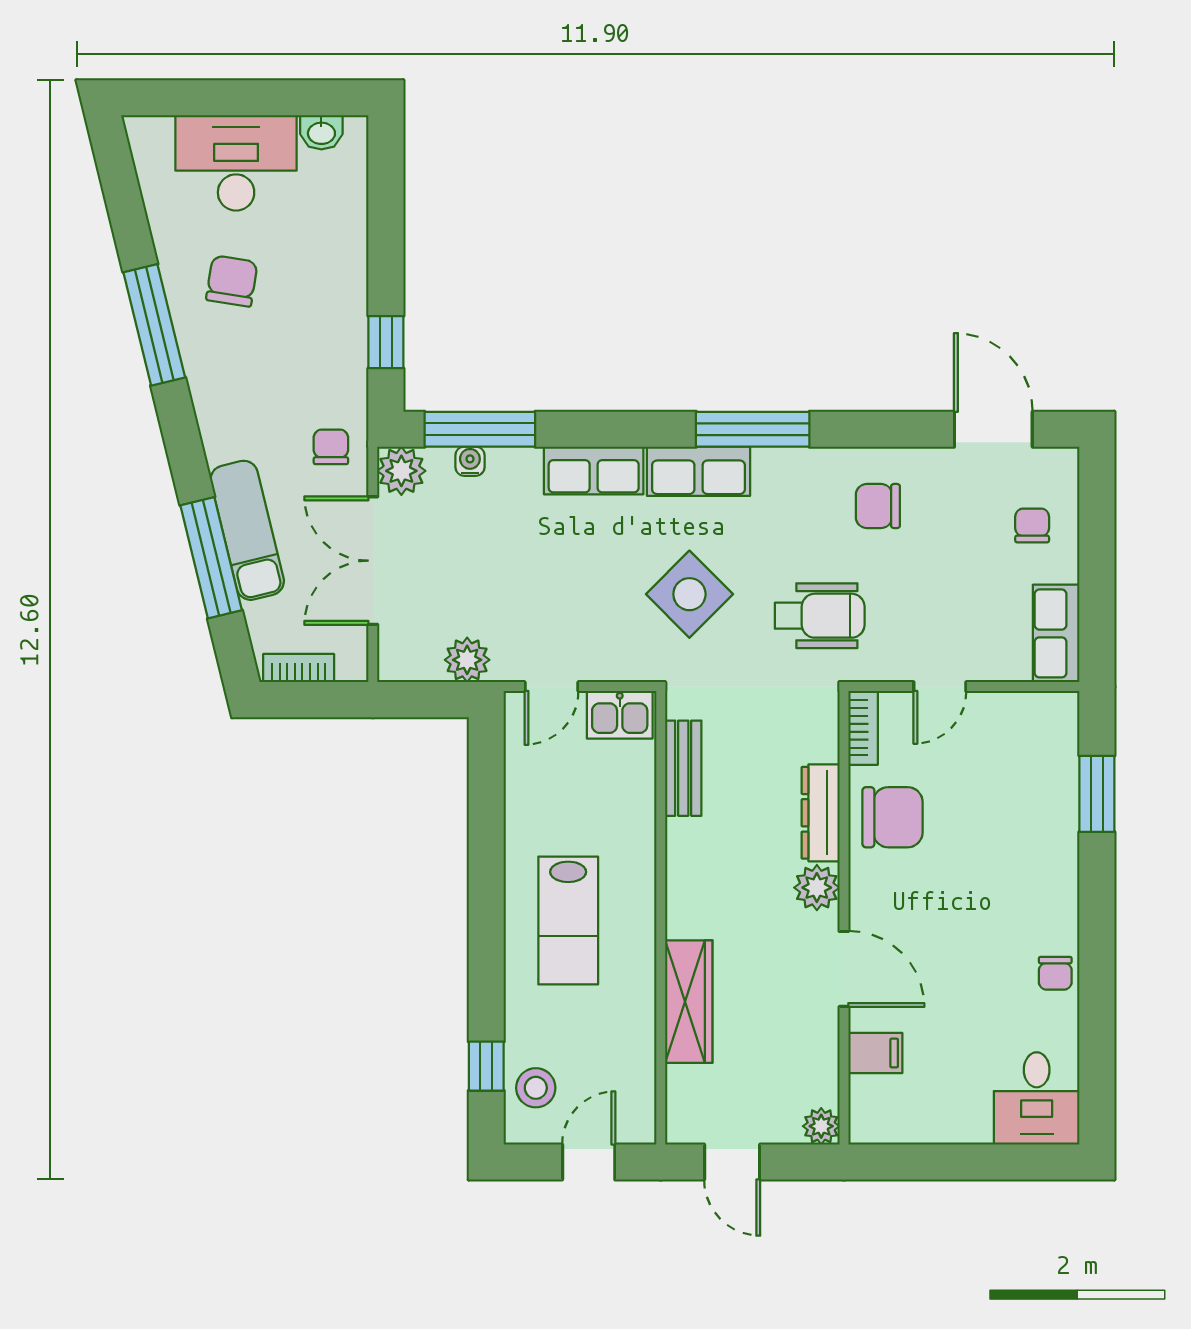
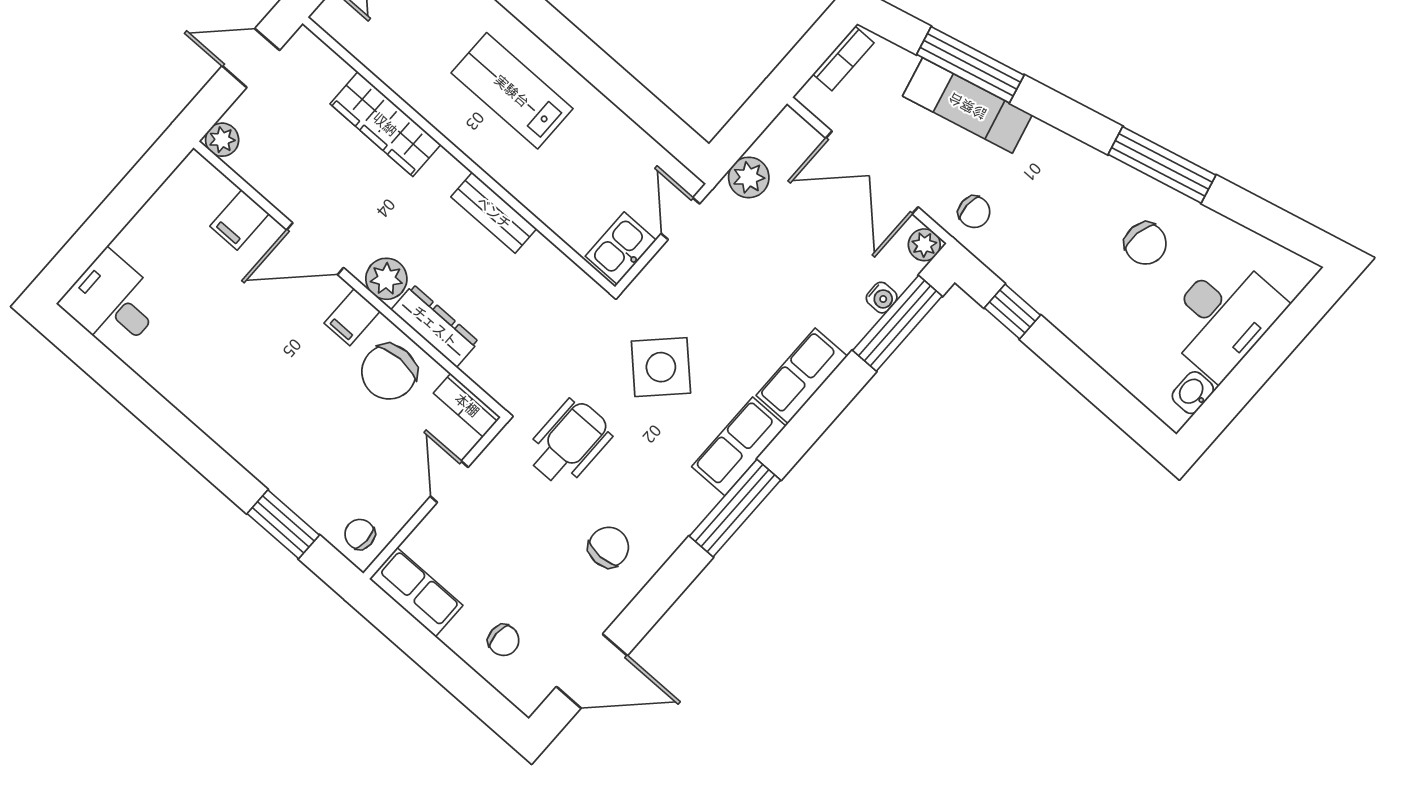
plant: (401, 471) -> (924, 245), width x0.73, depth x0.73
double door: (373, 561) -> (872, 173), swing flipped
wheelchair: (820, 616) -> (569, 443), turned 180
bench: (683, 768) -> (494, 213), moved
filing cabinet: (874, 888) -> (352, 317), added
chair: (1055, 973) -> (360, 534), moved

